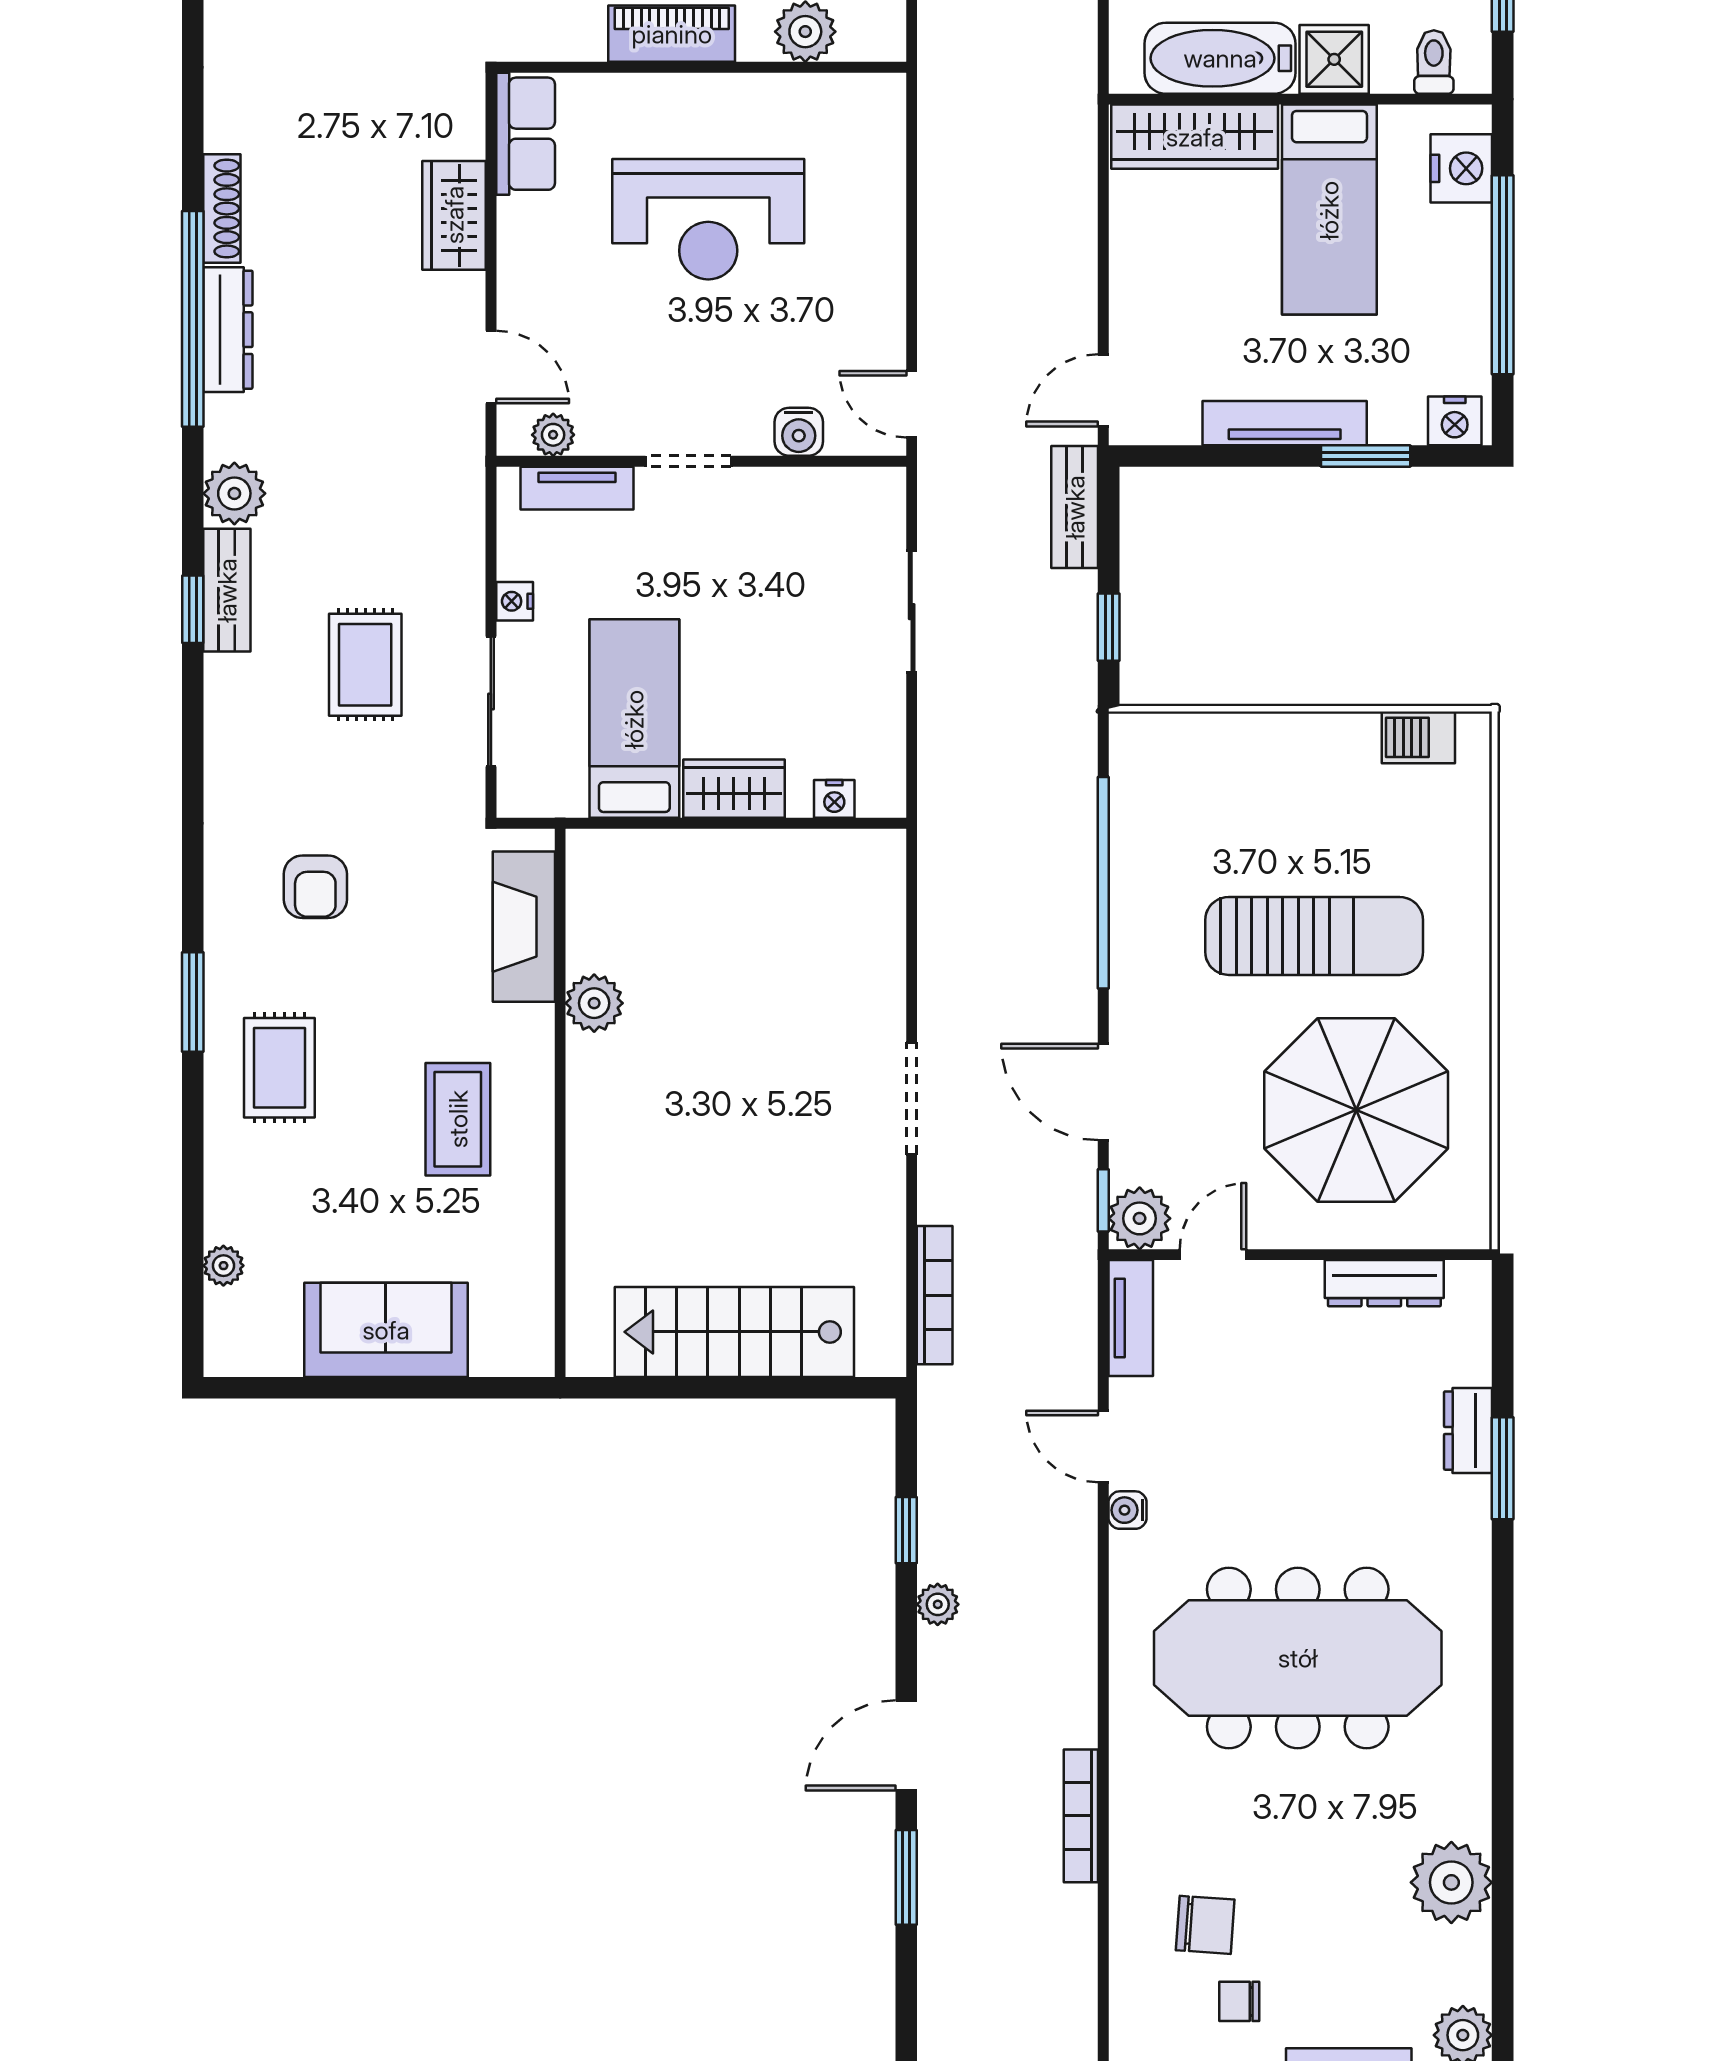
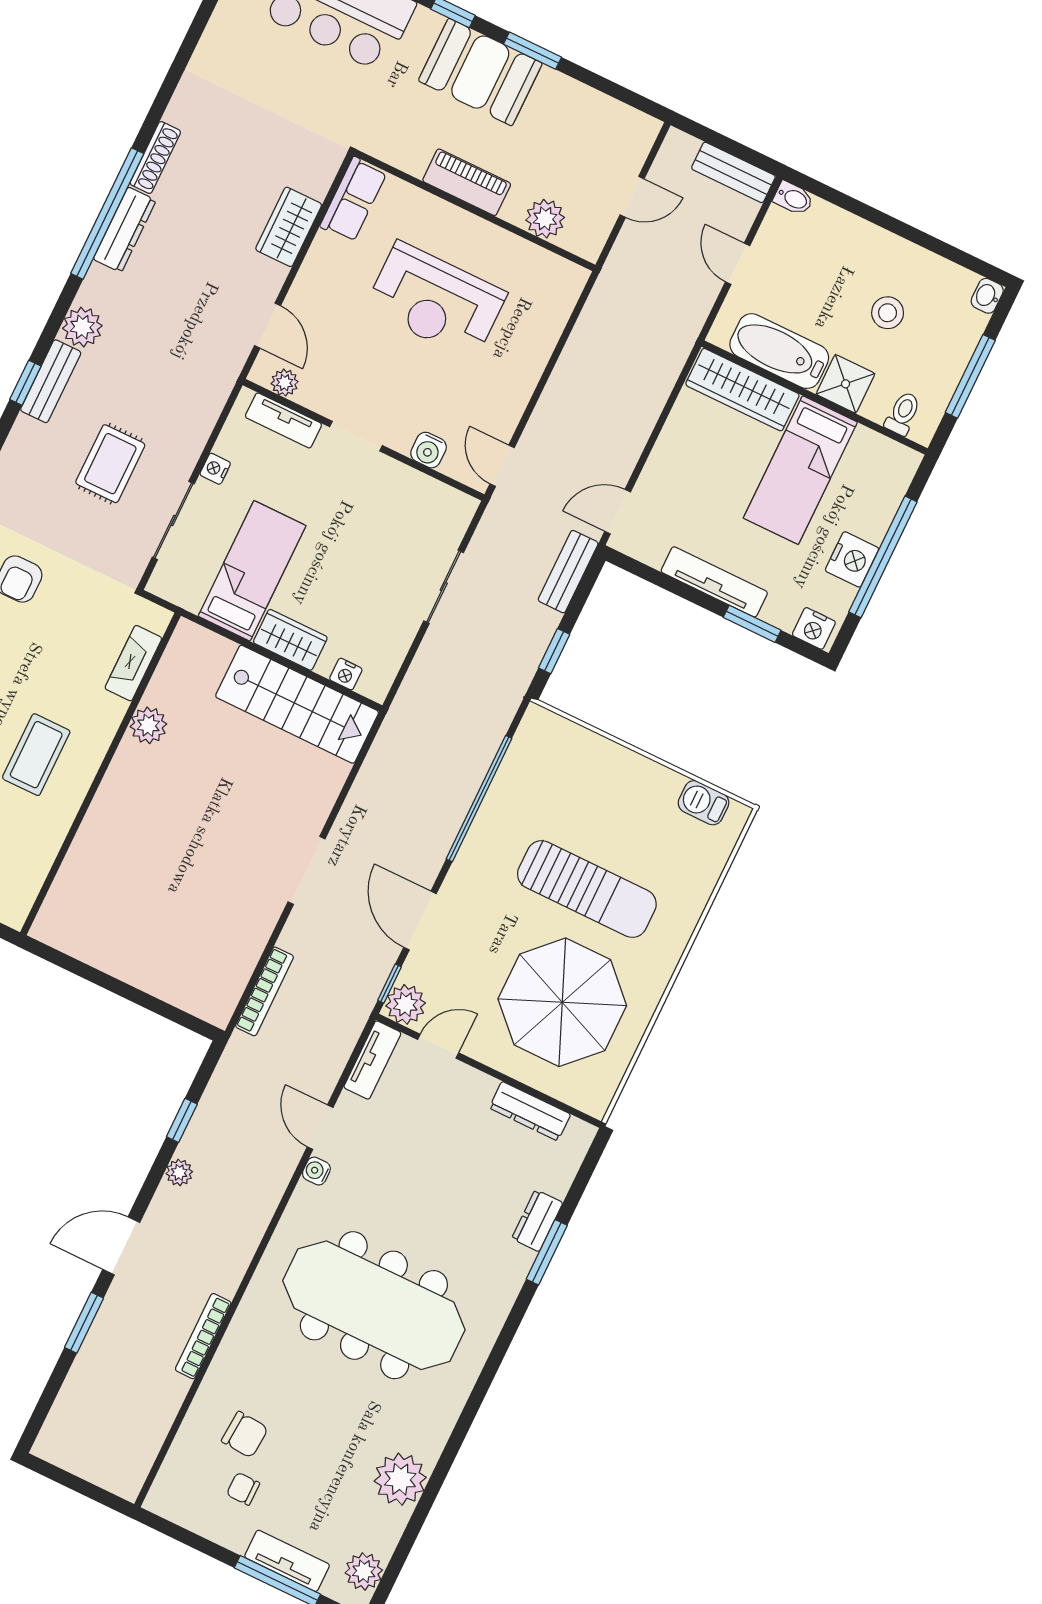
nightstand: (1461, 168) -> (852, 559), moved
fireplace: (524, 927) -> (133, 663), width x0.73, depth x0.76
stairs: (734, 1332) -> (297, 704), moved, turned 180

